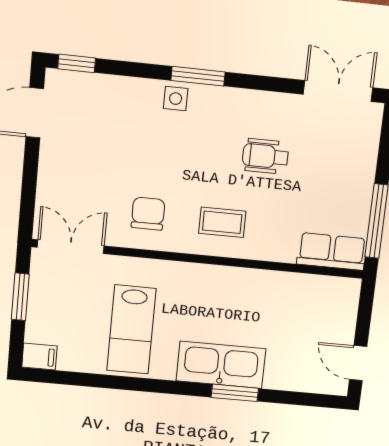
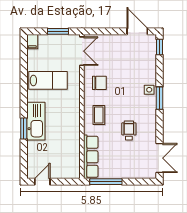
row of seats: (332, 251) -> (91, 157), width x1.48
lab bench: (131, 330) -> (48, 80), turned 180

